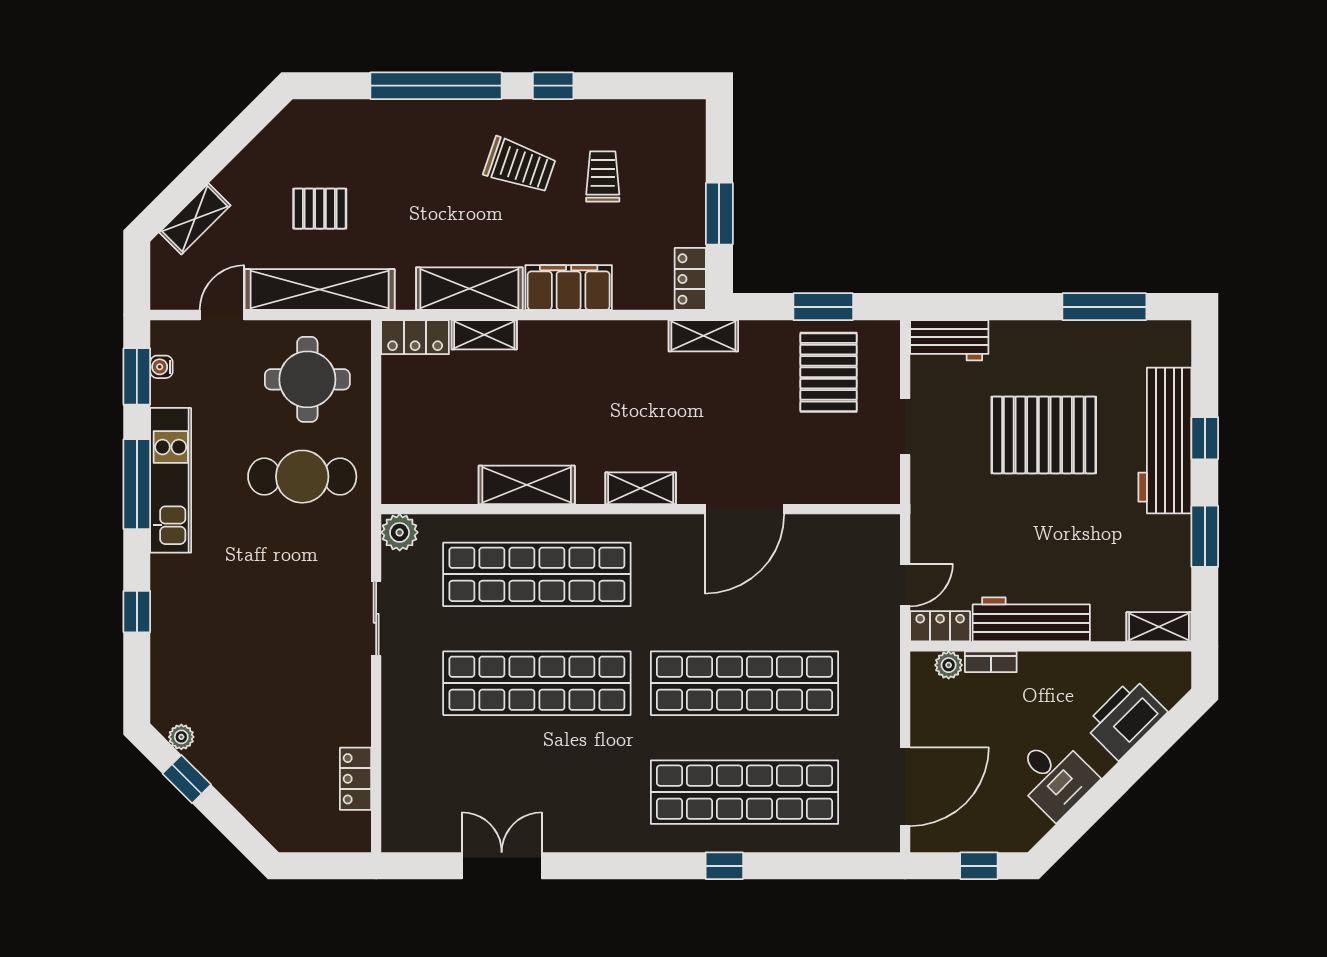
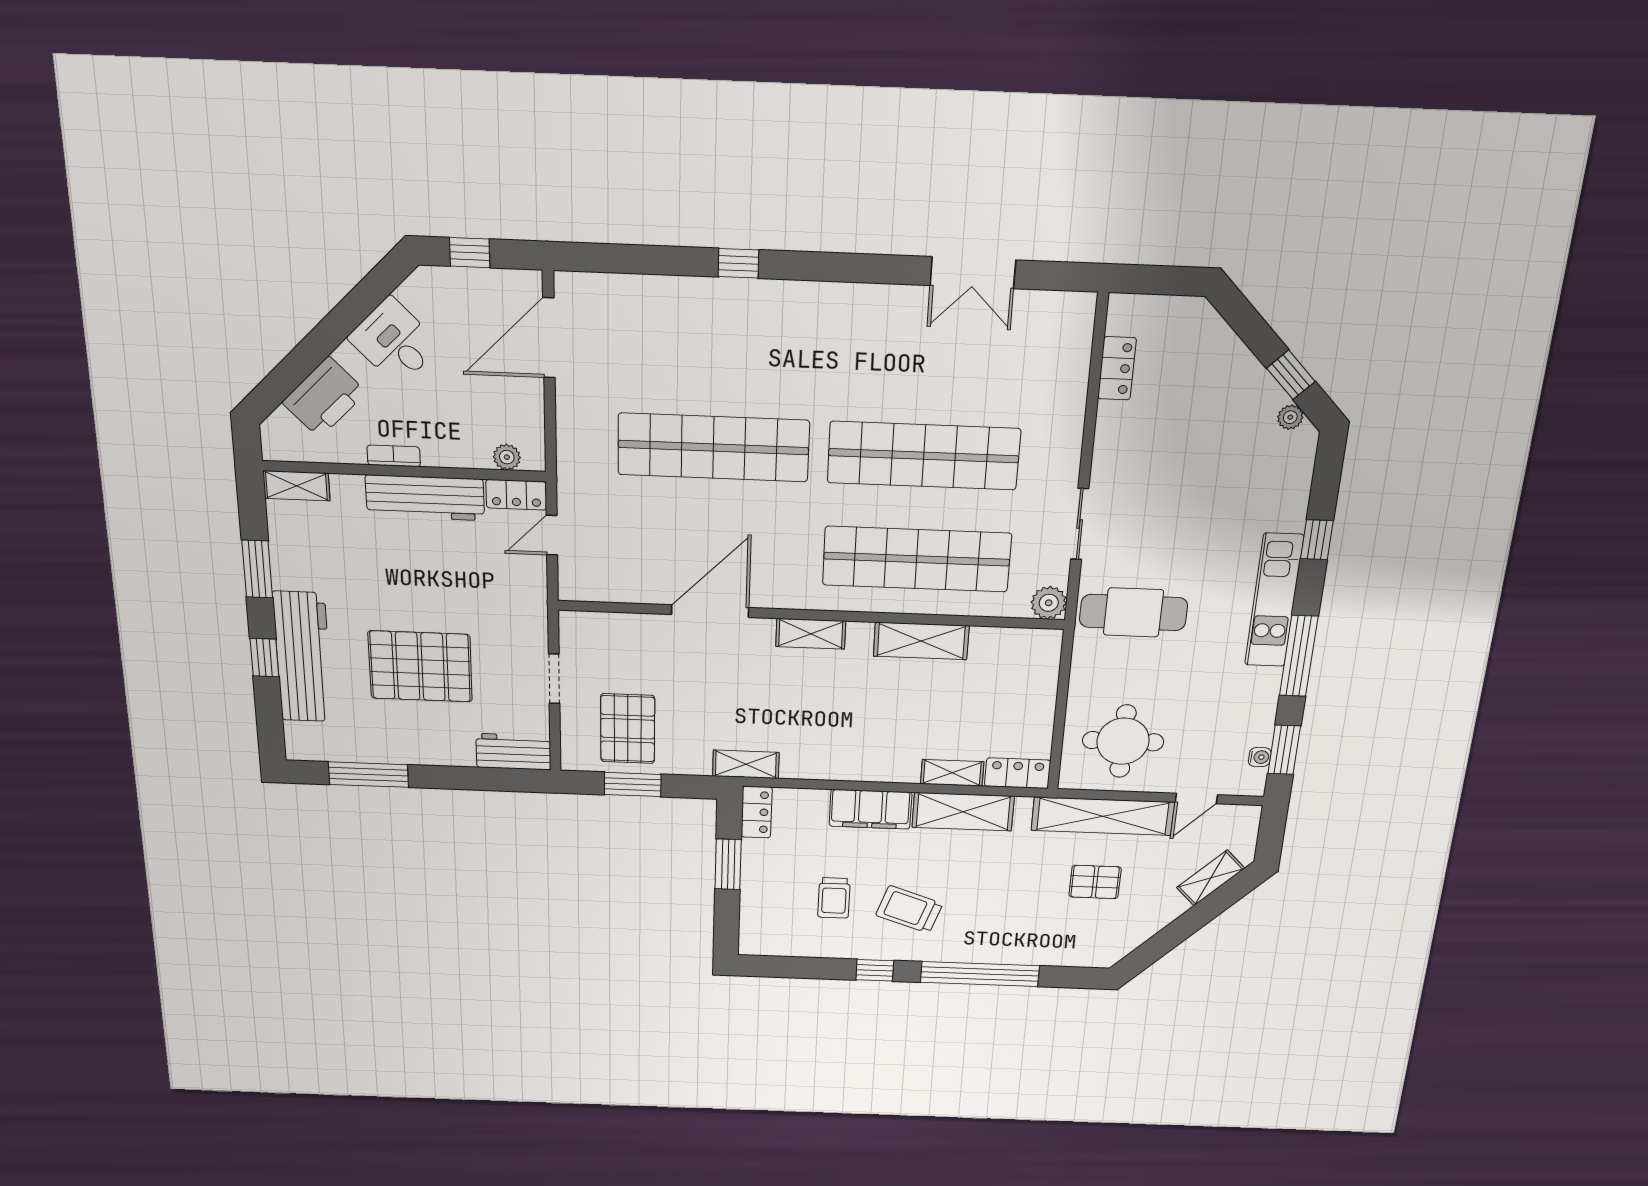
cafe table: (302, 477) -> (1133, 612), moved
kitchen unit: (171, 480) -> (1274, 600), moved
bookcase: (991, 662) -> (394, 456), moved
shop shelf: (744, 792) -> (716, 339), removed

